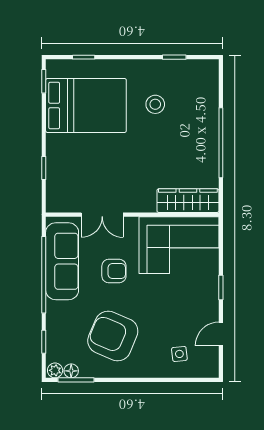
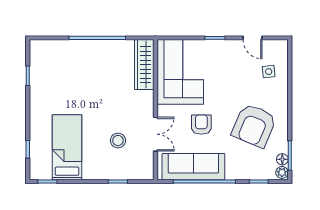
stool: (155, 104) -> (118, 140), moved
bed: (86, 105) -> (67, 147), width x0.67

